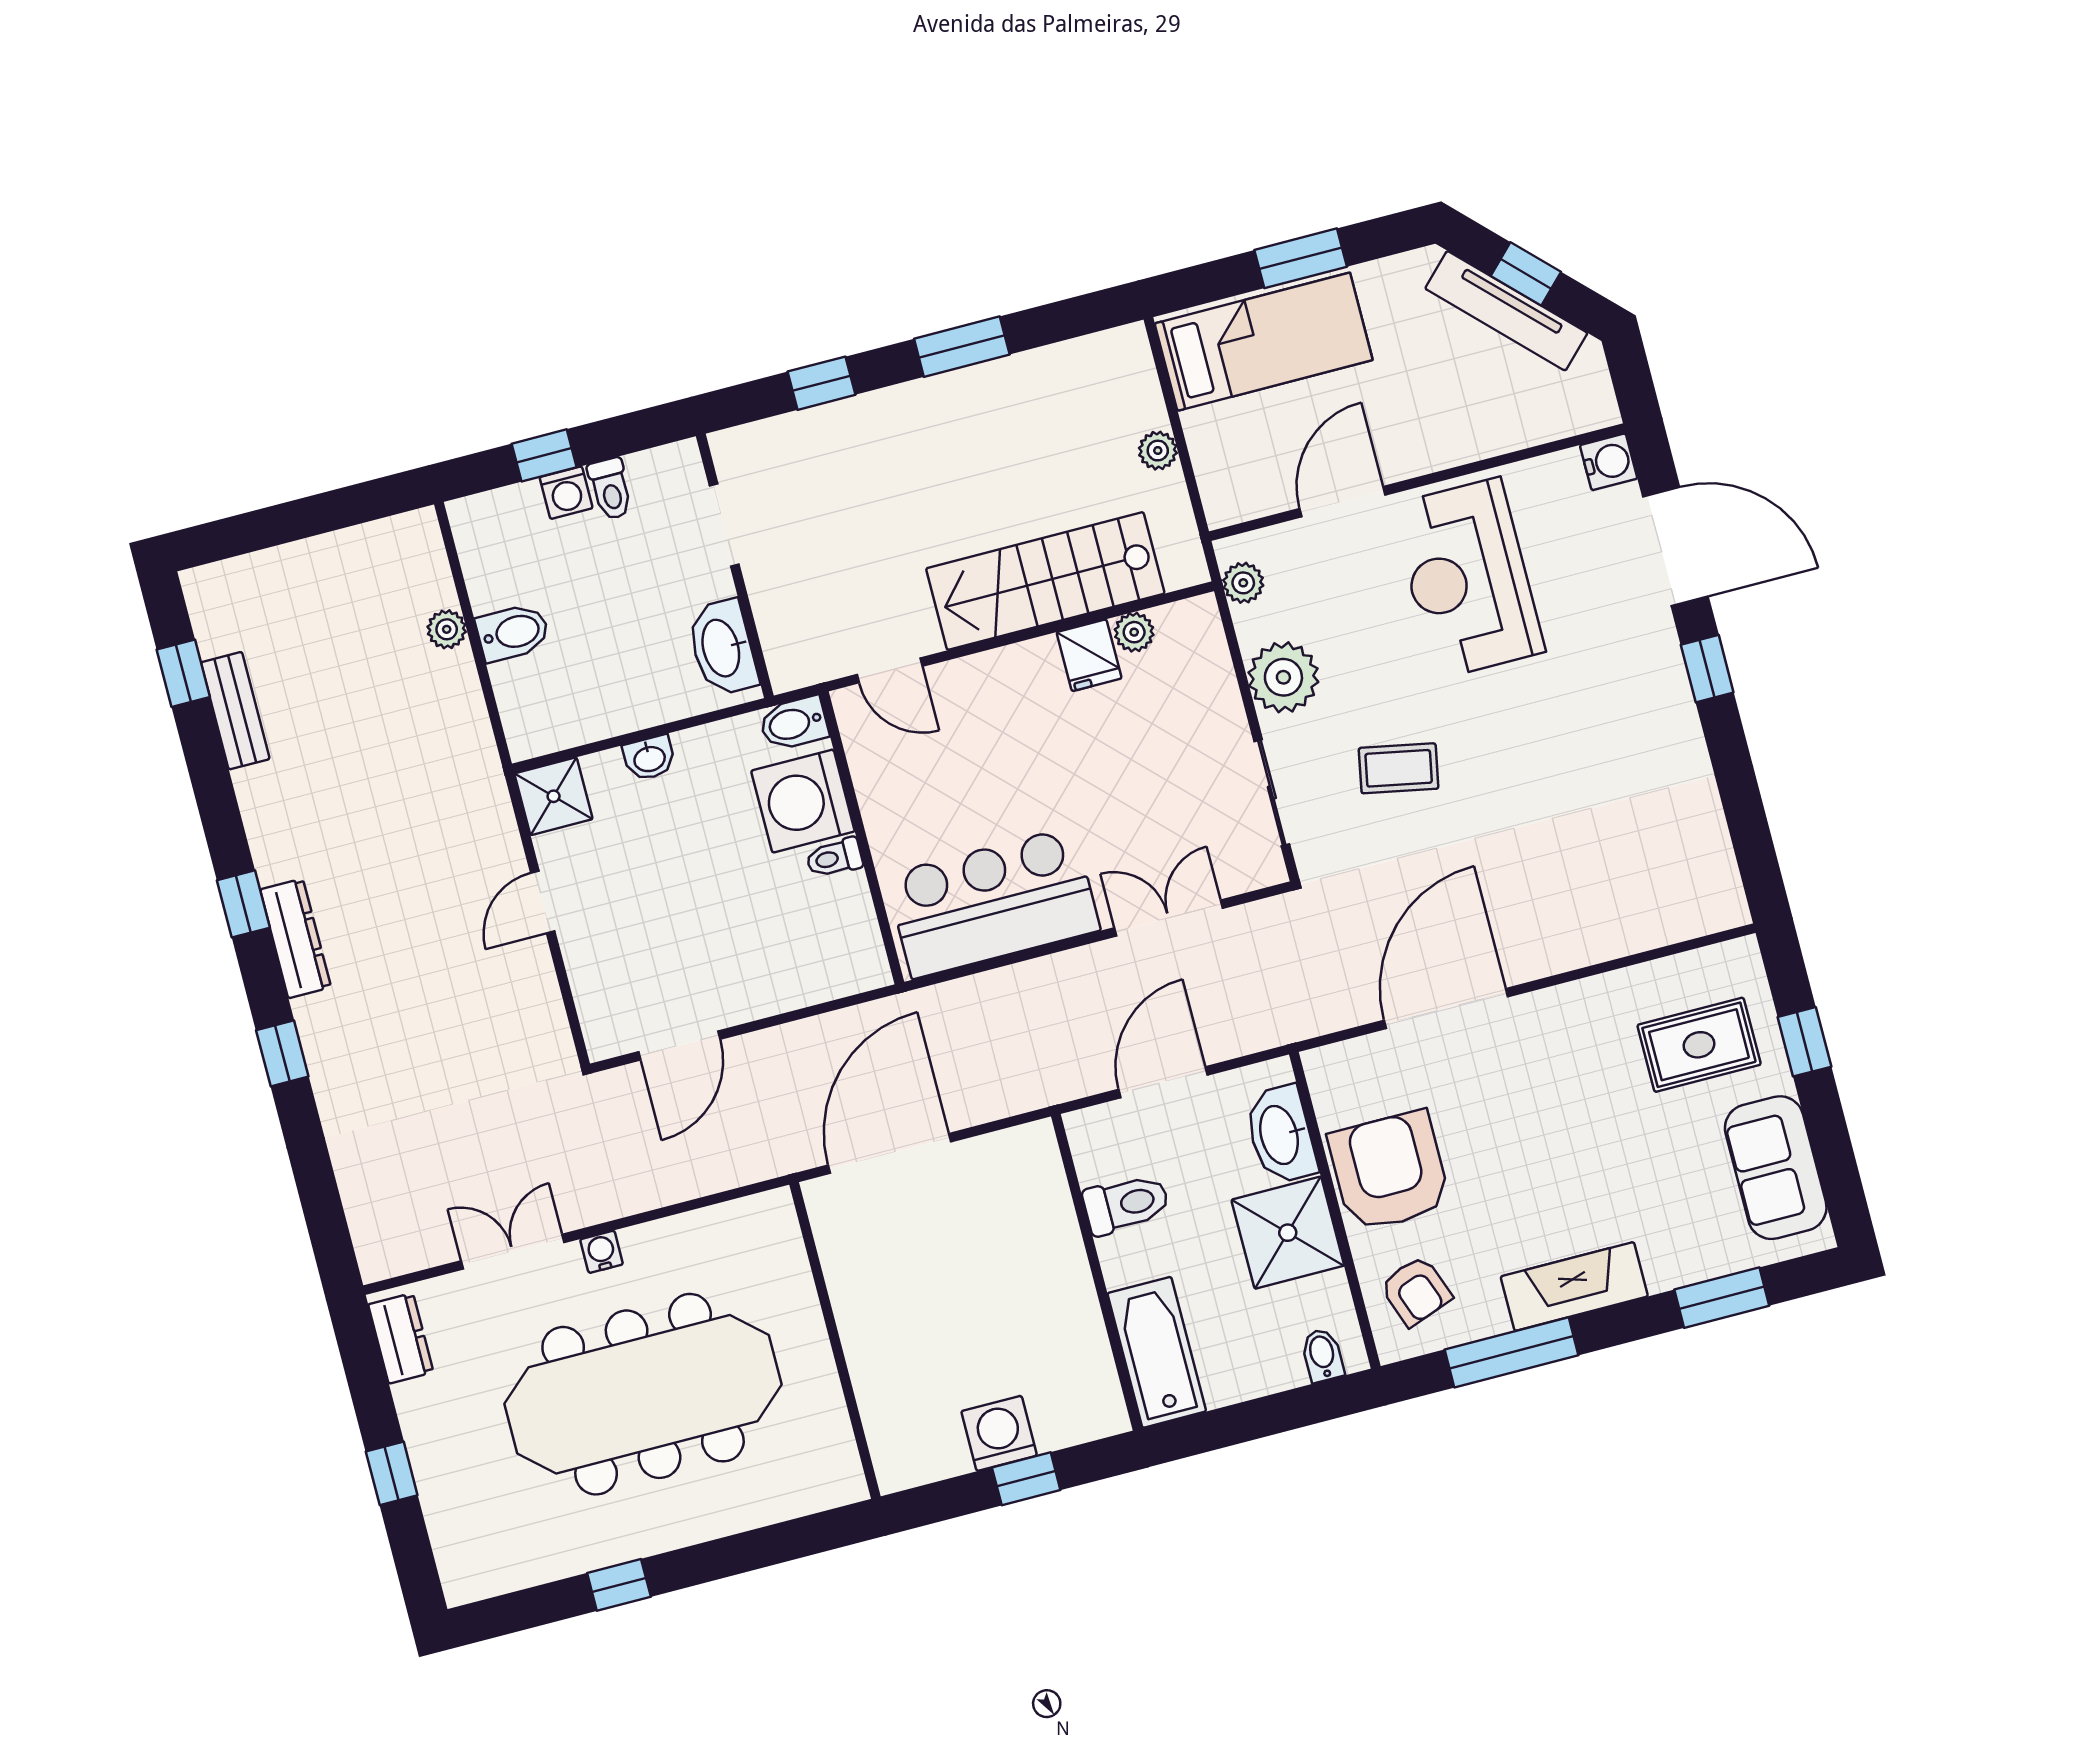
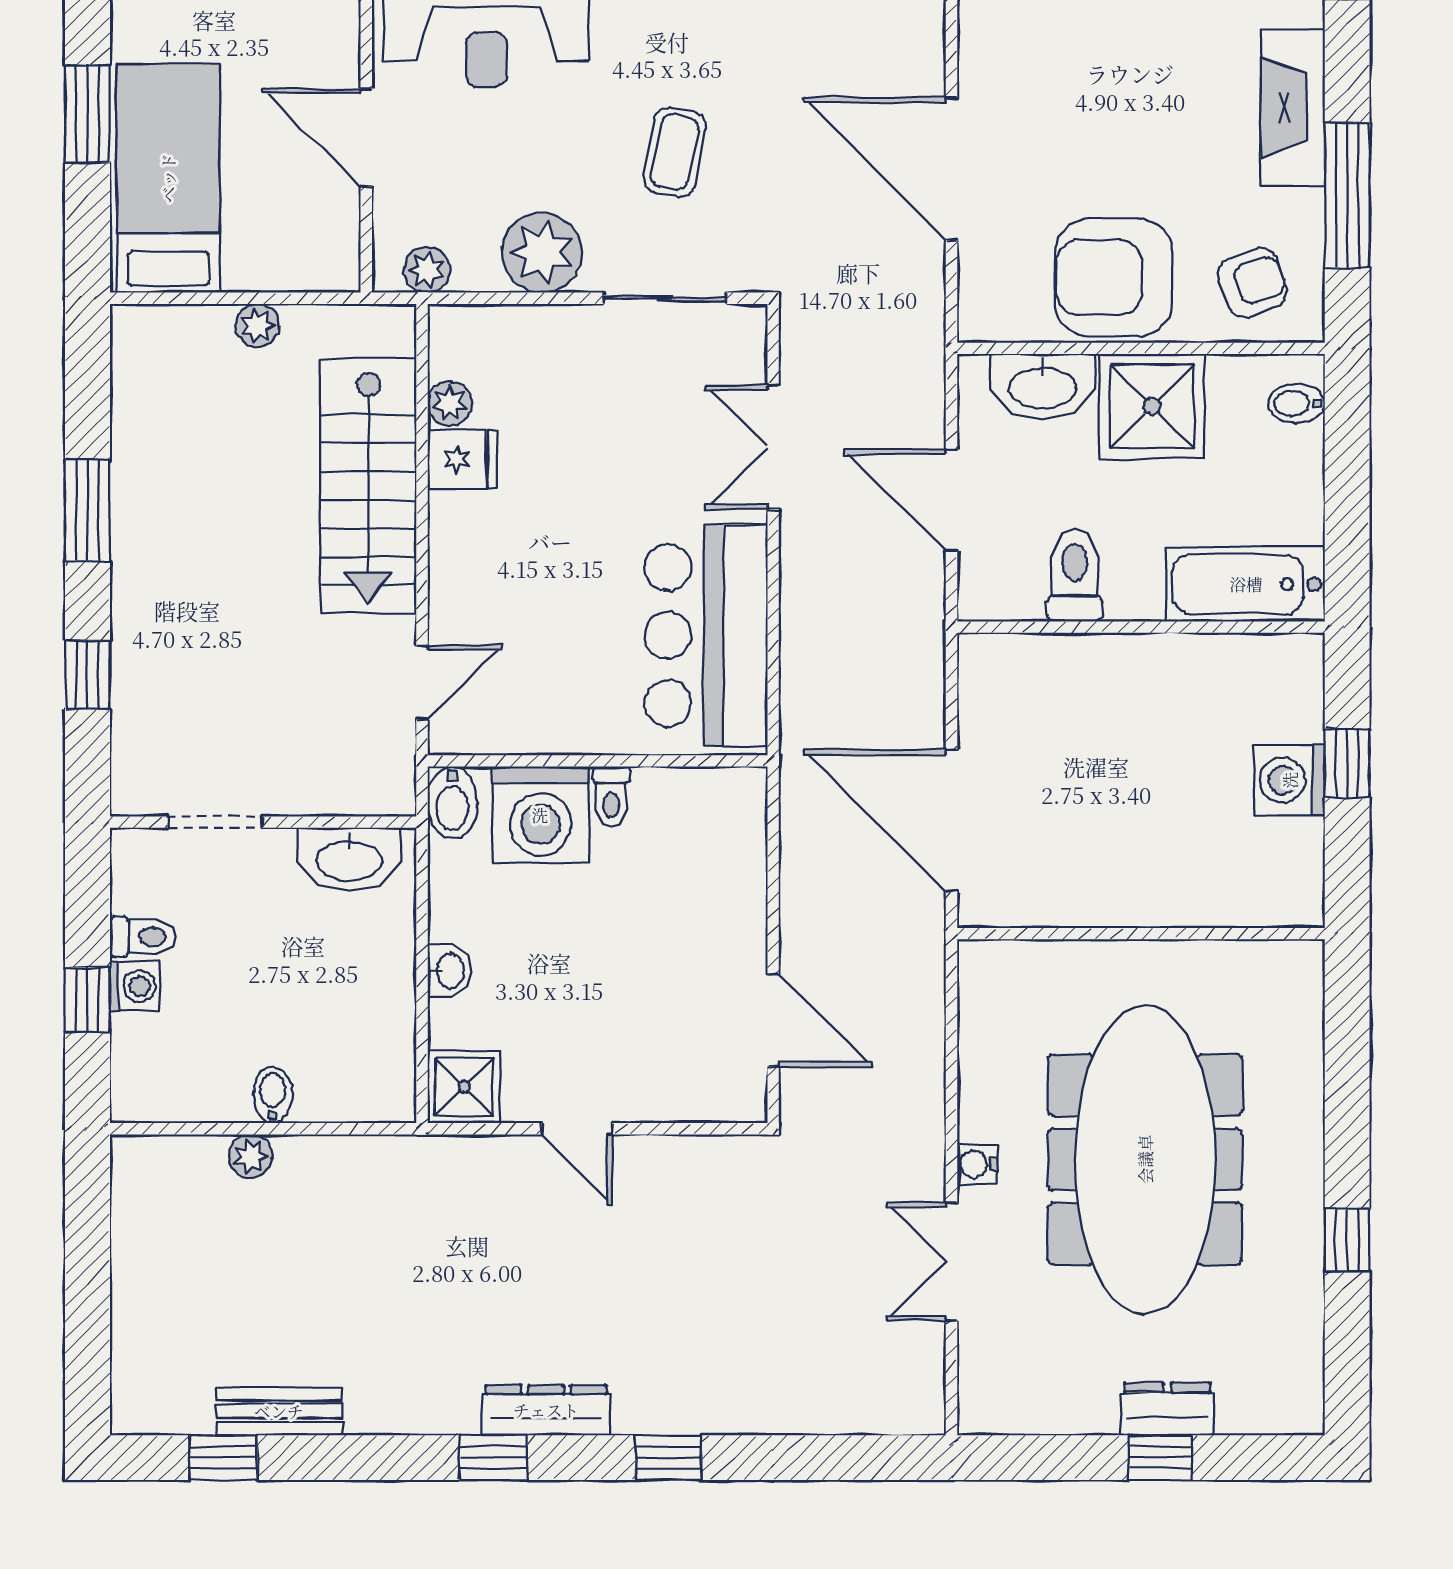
bidet: (513, 633) -> (273, 1095), width x0.72, depth x0.74
dresser: (401, 1338) -> (1167, 1409), moved

